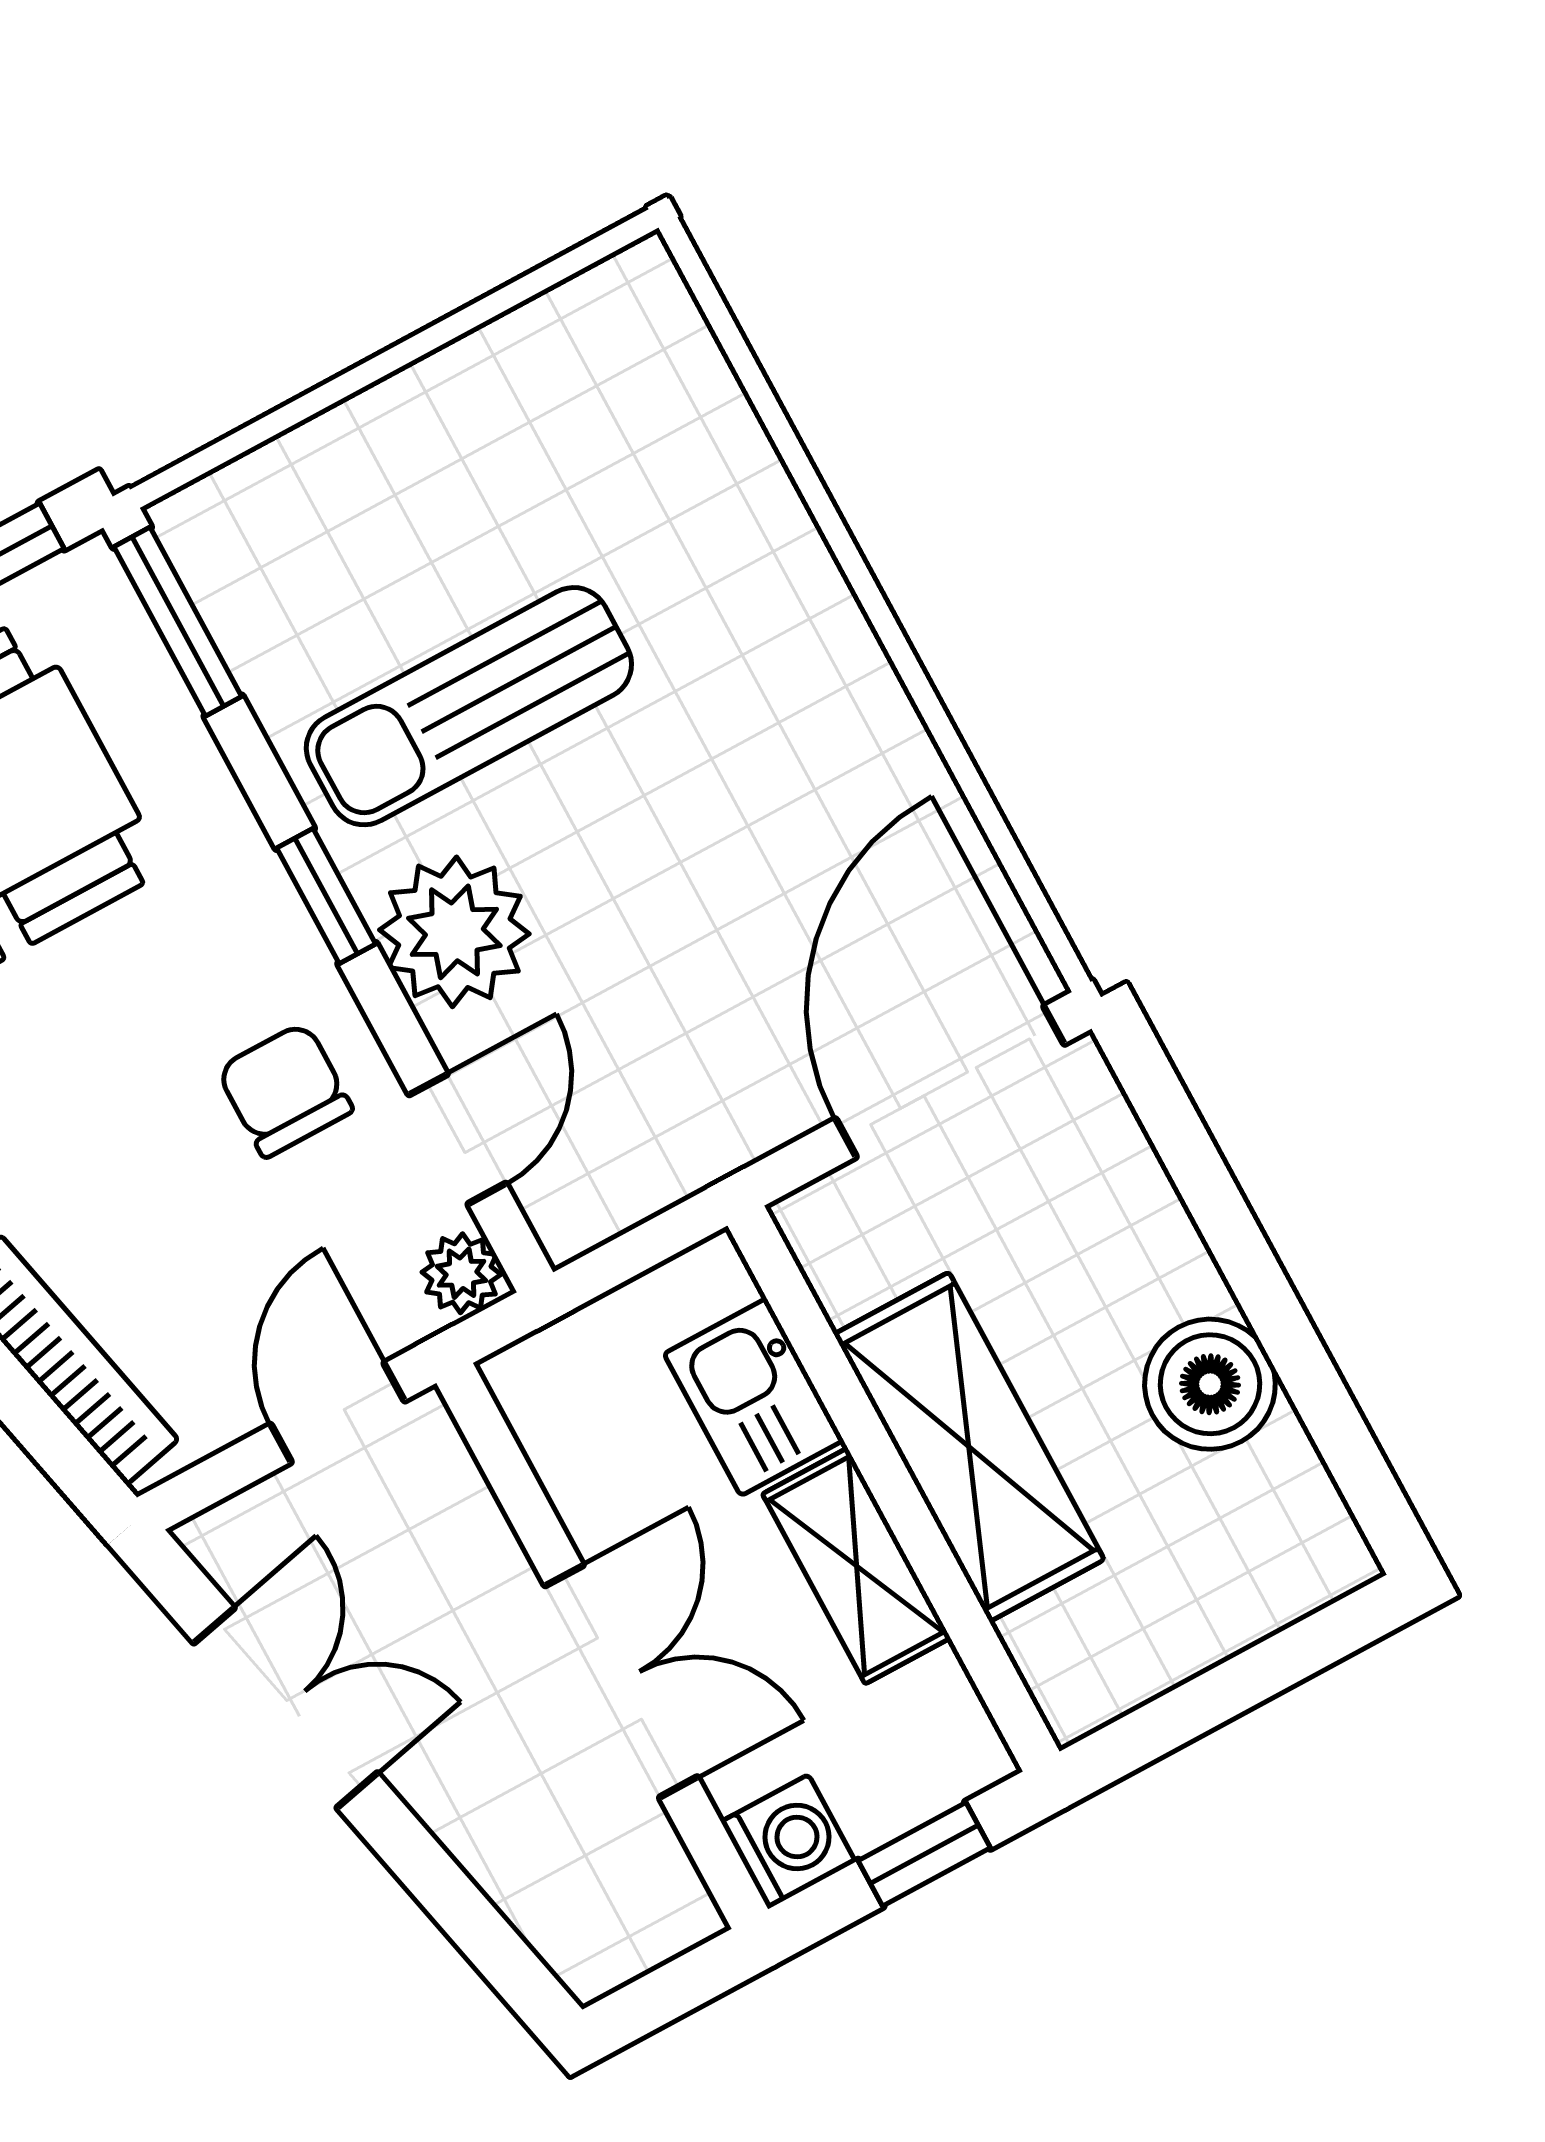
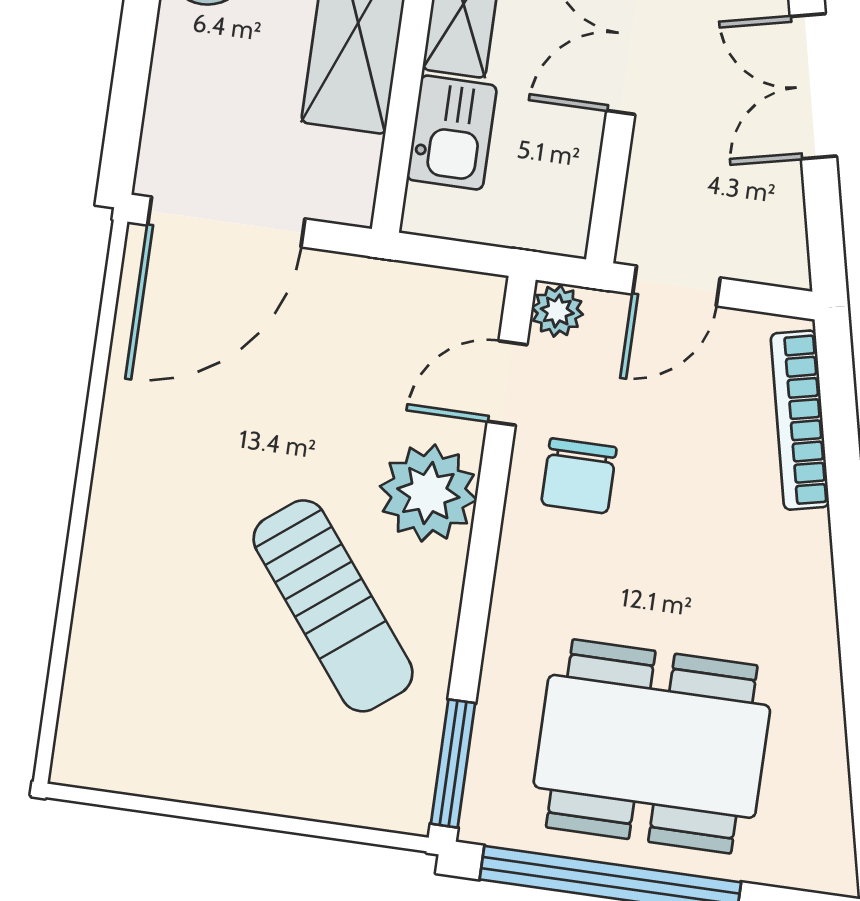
sun lounger: (469, 706) -> (333, 606), turned 52
window: (326, 896) -> (482, 562), removed
double door: (286, 1708) -> (813, 86), moved

